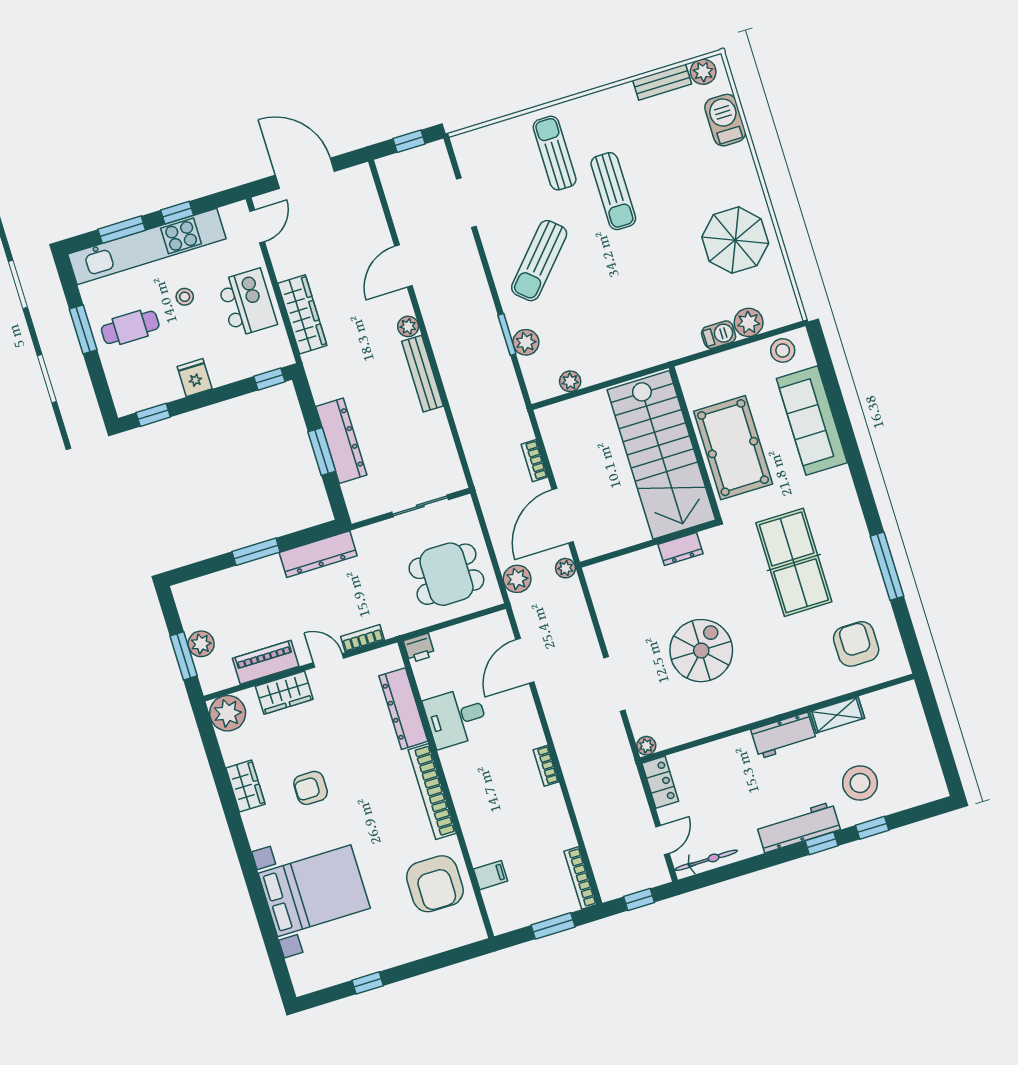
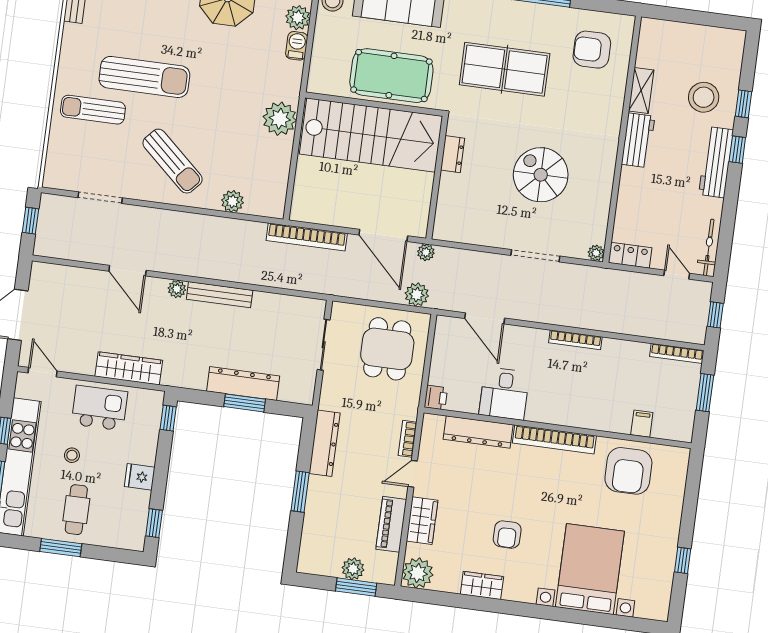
sun lounger: (613, 191) -> (144, 77), width x1.36, depth x1.34
window: (507, 334) -> (219, 214), removed
plant: (570, 381) -> (280, 119), moved, width x1.88, depth x1.88
bookcase: (534, 461) -> (307, 237), width x2.31, depth x1.31
bookcase: (546, 766) -> (575, 340), width x1.56
armchair: (435, 884) -> (628, 471), turned 90

